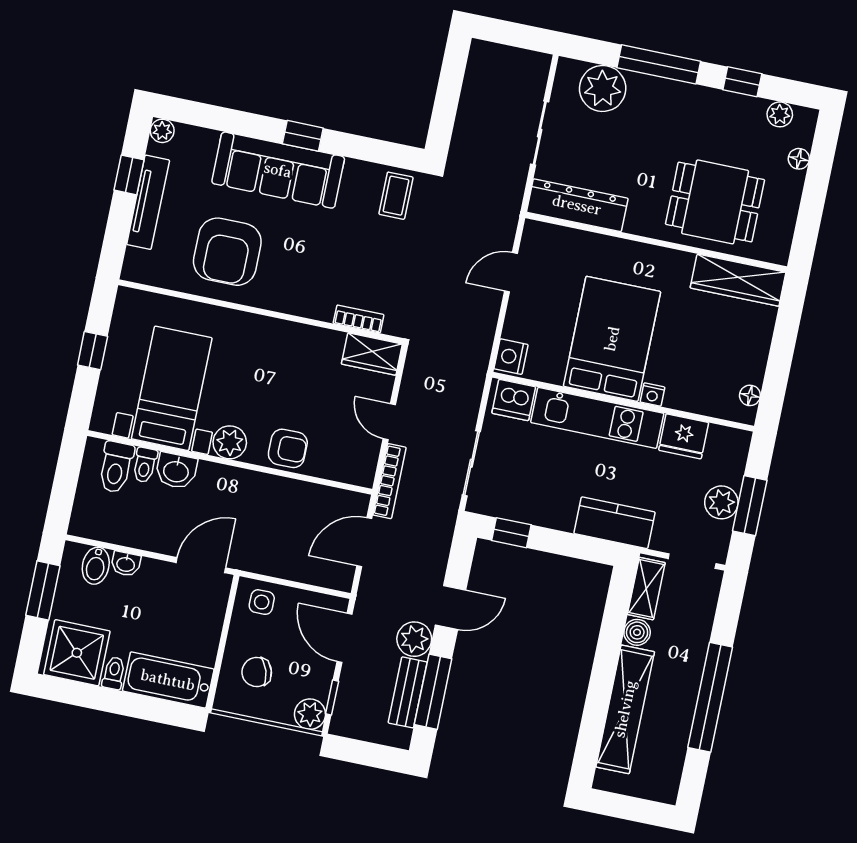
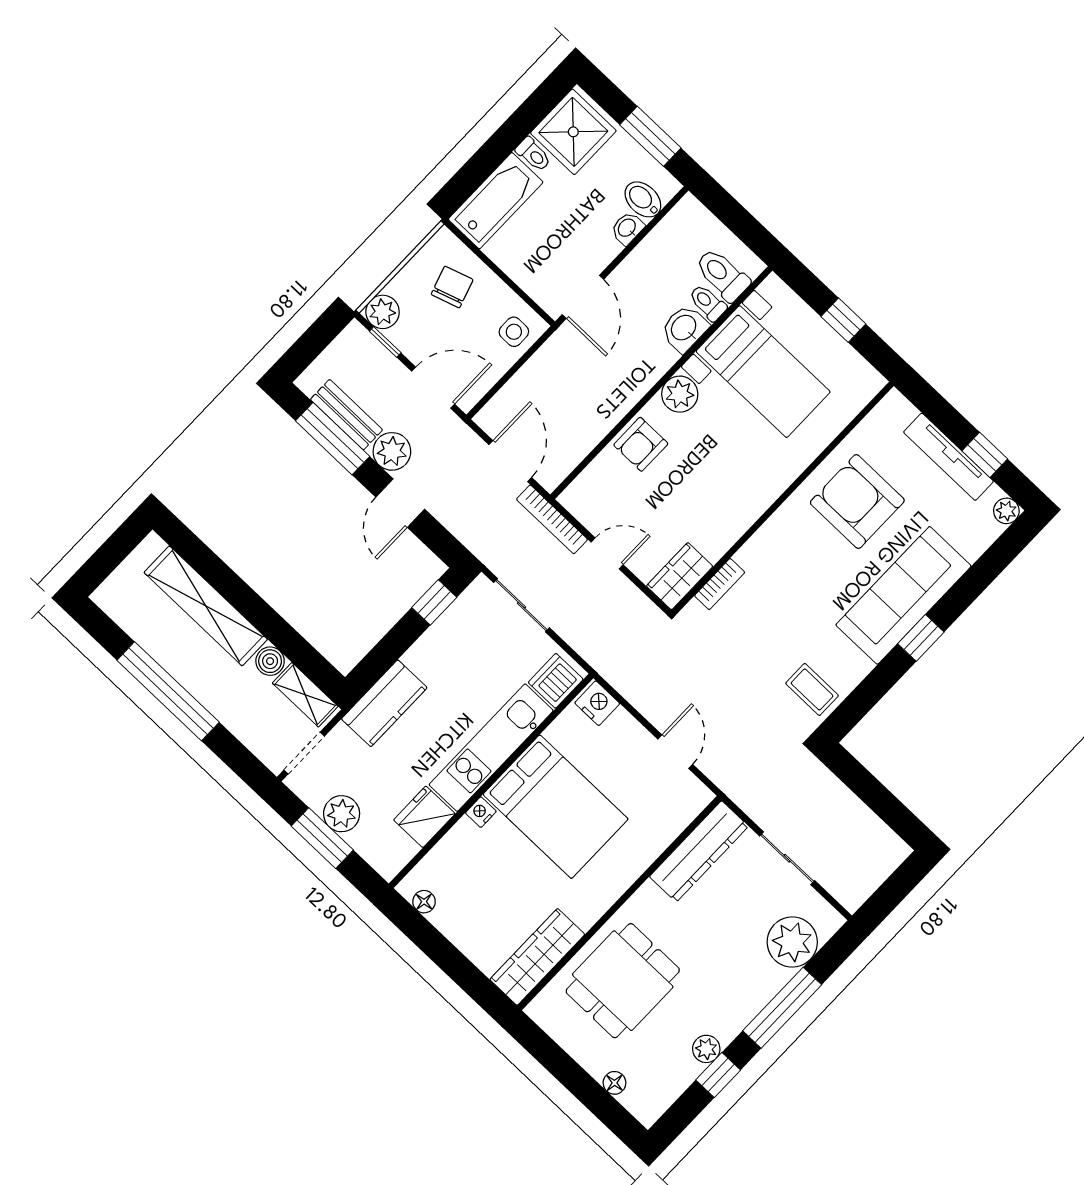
plant: (780, 114) -> (706, 1049), moved

